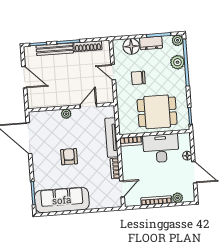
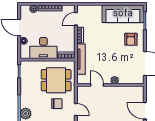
door: (88, 106) -> (97, 85), swing flipped
dining table: (157, 112) -> (56, 80), moved
armchair: (69, 157) -> (131, 39), moved

